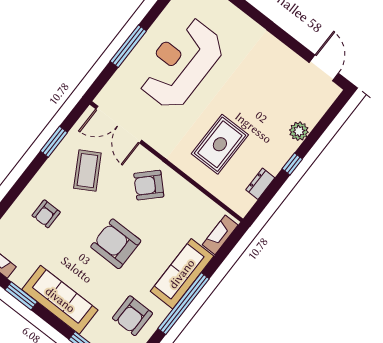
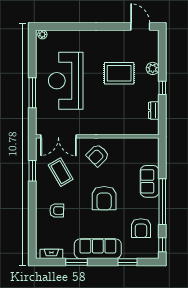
rug: (220, 144) -> (119, 73), moved, turned 90
armchair: (46, 214) -> (57, 210), turned -89
fireplace: (220, 235) -> (154, 152), removed
armchair: (116, 244) -> (104, 198), turned -90
sofa: (182, 274) -> (150, 181), width x0.73

